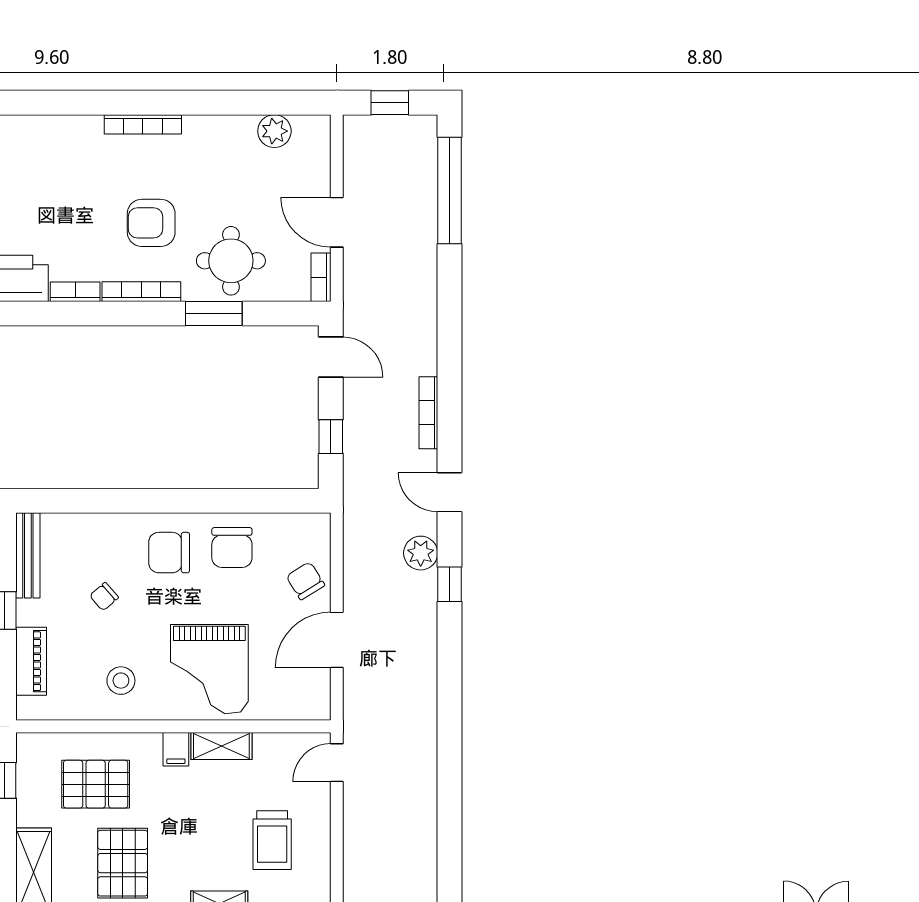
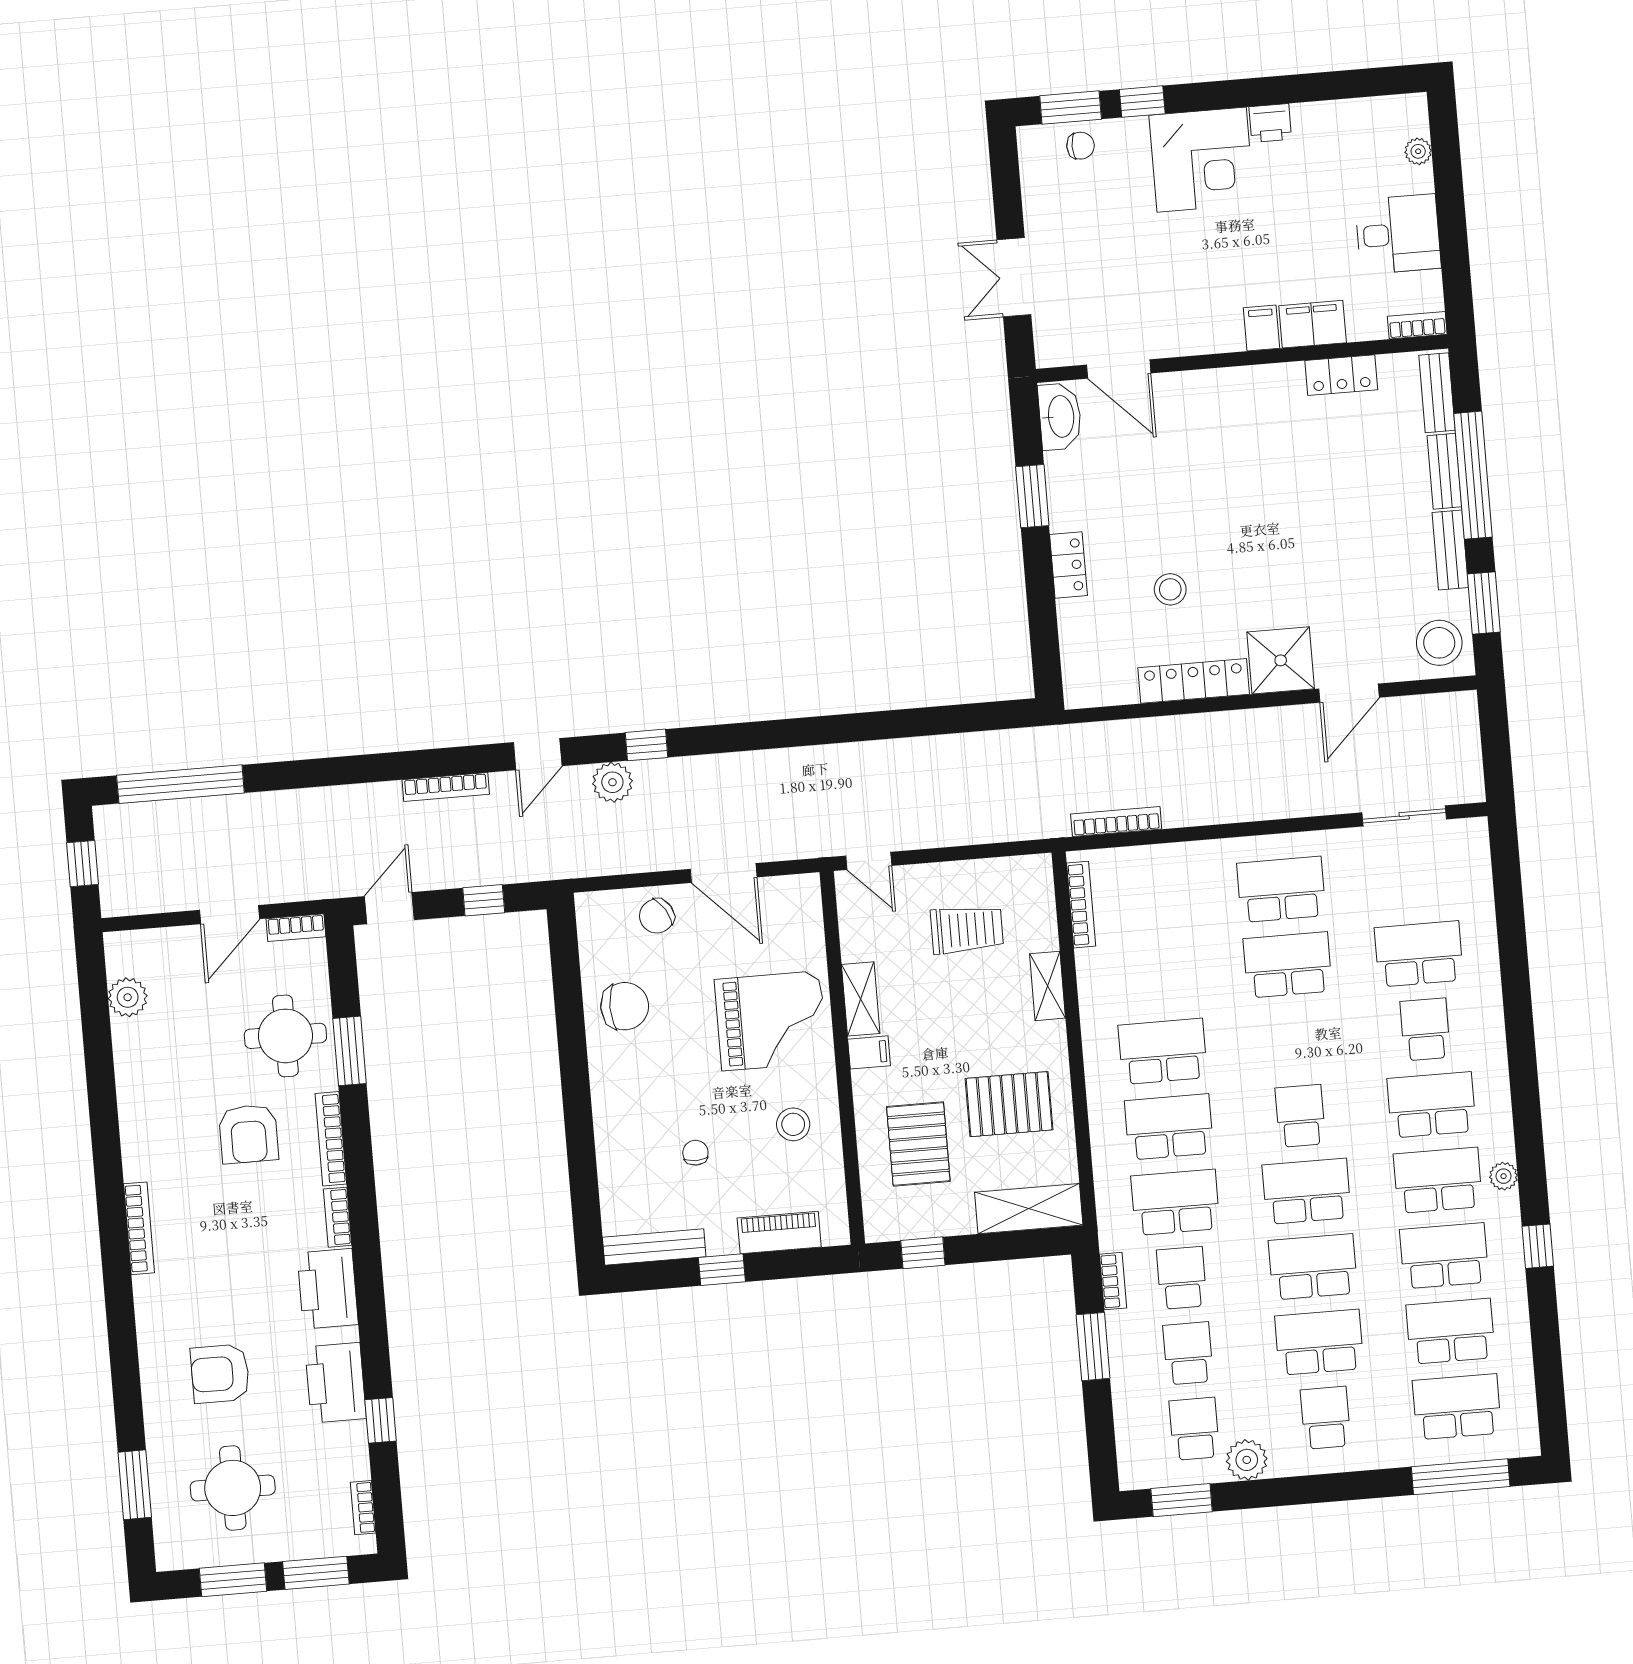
bookcase: (143, 124) -> (139, 1228), moved
chair: (169, 553) -> (637, 1080), removed
chair: (104, 597) -> (695, 1153), turned -139

